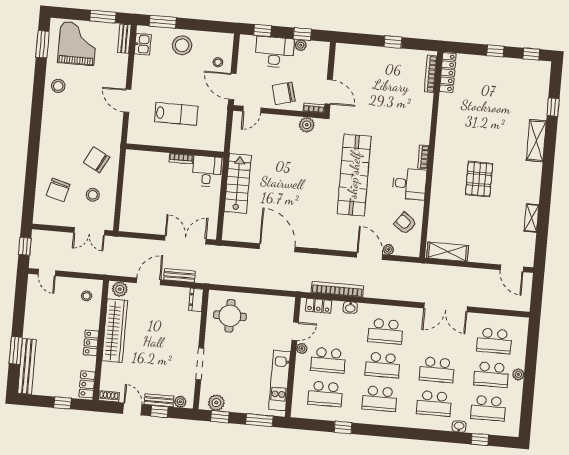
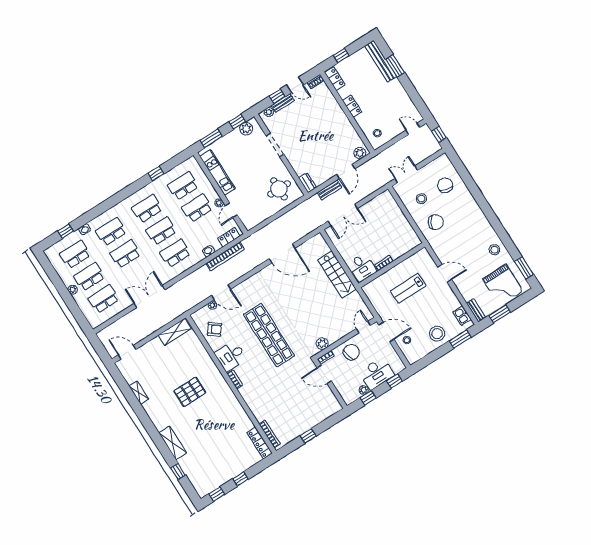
pallet: (479, 179) -> (190, 392), turned 90
wardrobe: (115, 331) -> (343, 125), removed

